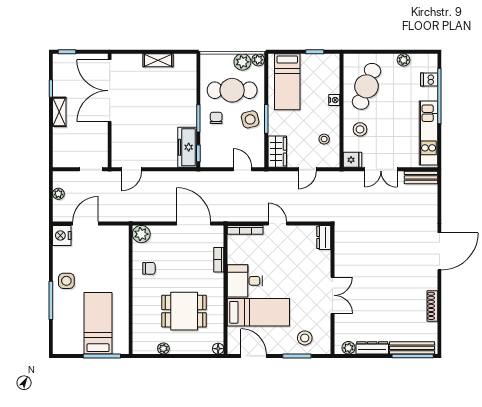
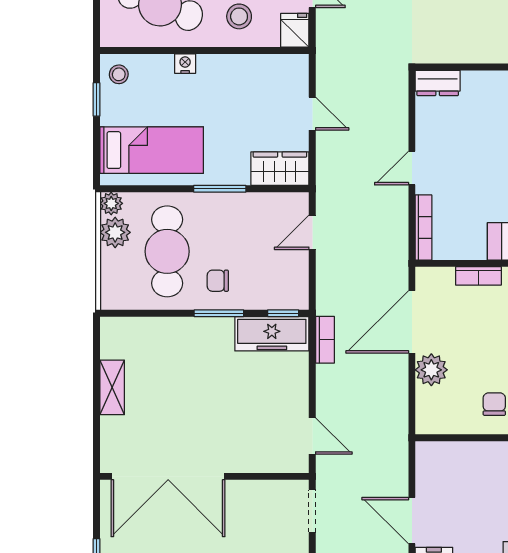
side table: (250, 119) -> (221, 218), removed
stool: (324, 139) -> (119, 74), moved
bookcase: (184, 176) -> (325, 340), added
plant: (141, 234) -> (431, 370), moved

